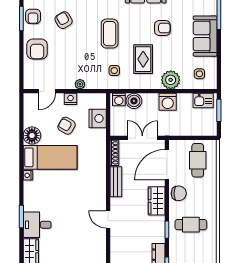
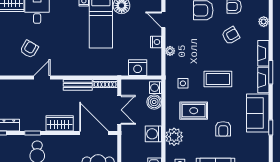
armchair: (67, 126) -> (29, 49), moved
chair: (179, 193) -> (67, 144), removed

